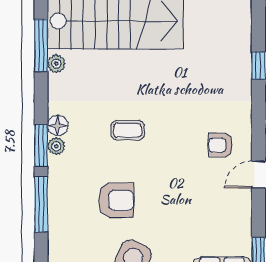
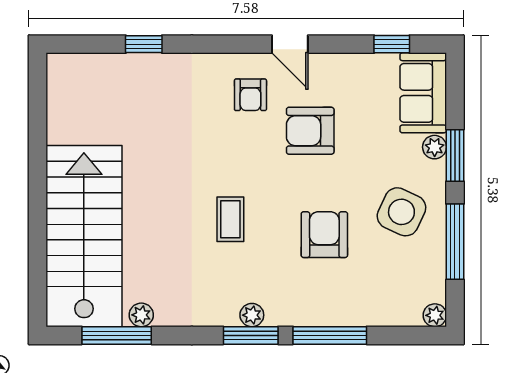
floor lamp: (58, 126) -> (224, 313), removed
armchair: (194, 190) -> (310, 131), added

